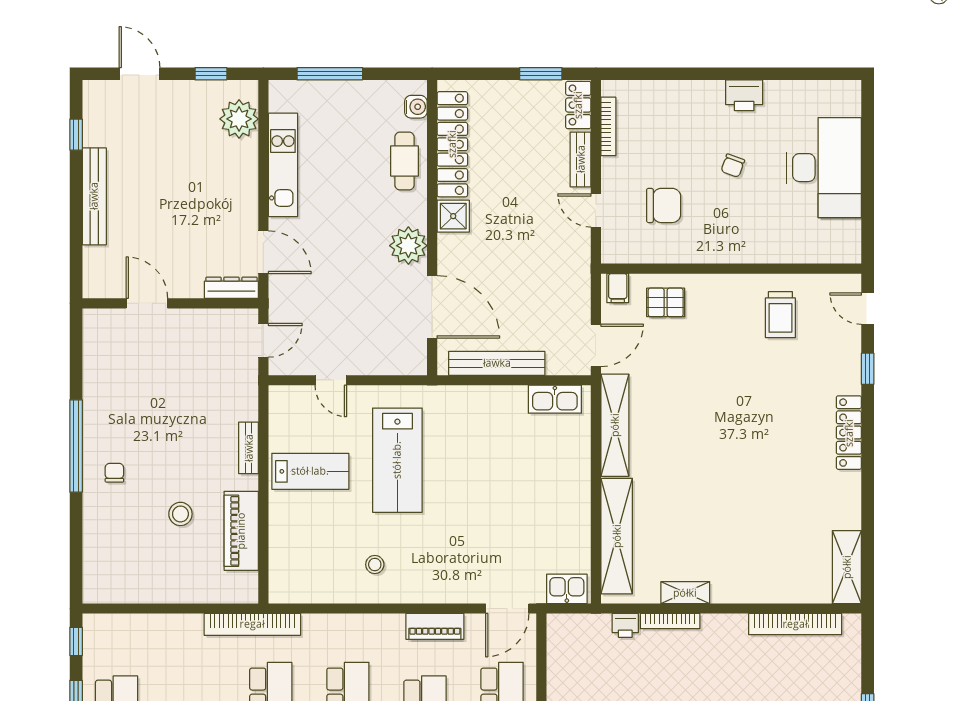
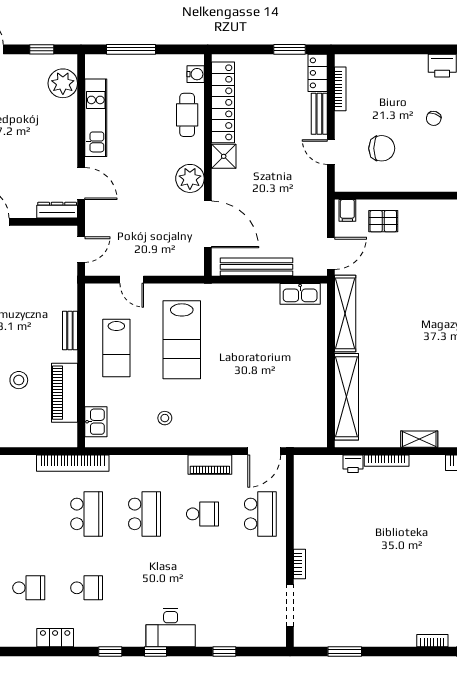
lab bench: (310, 471) -> (116, 348), turned 90
kitchen sink: (567, 589) -> (96, 422), moved, turned 90
shelving: (685, 593) -> (419, 439), moved

